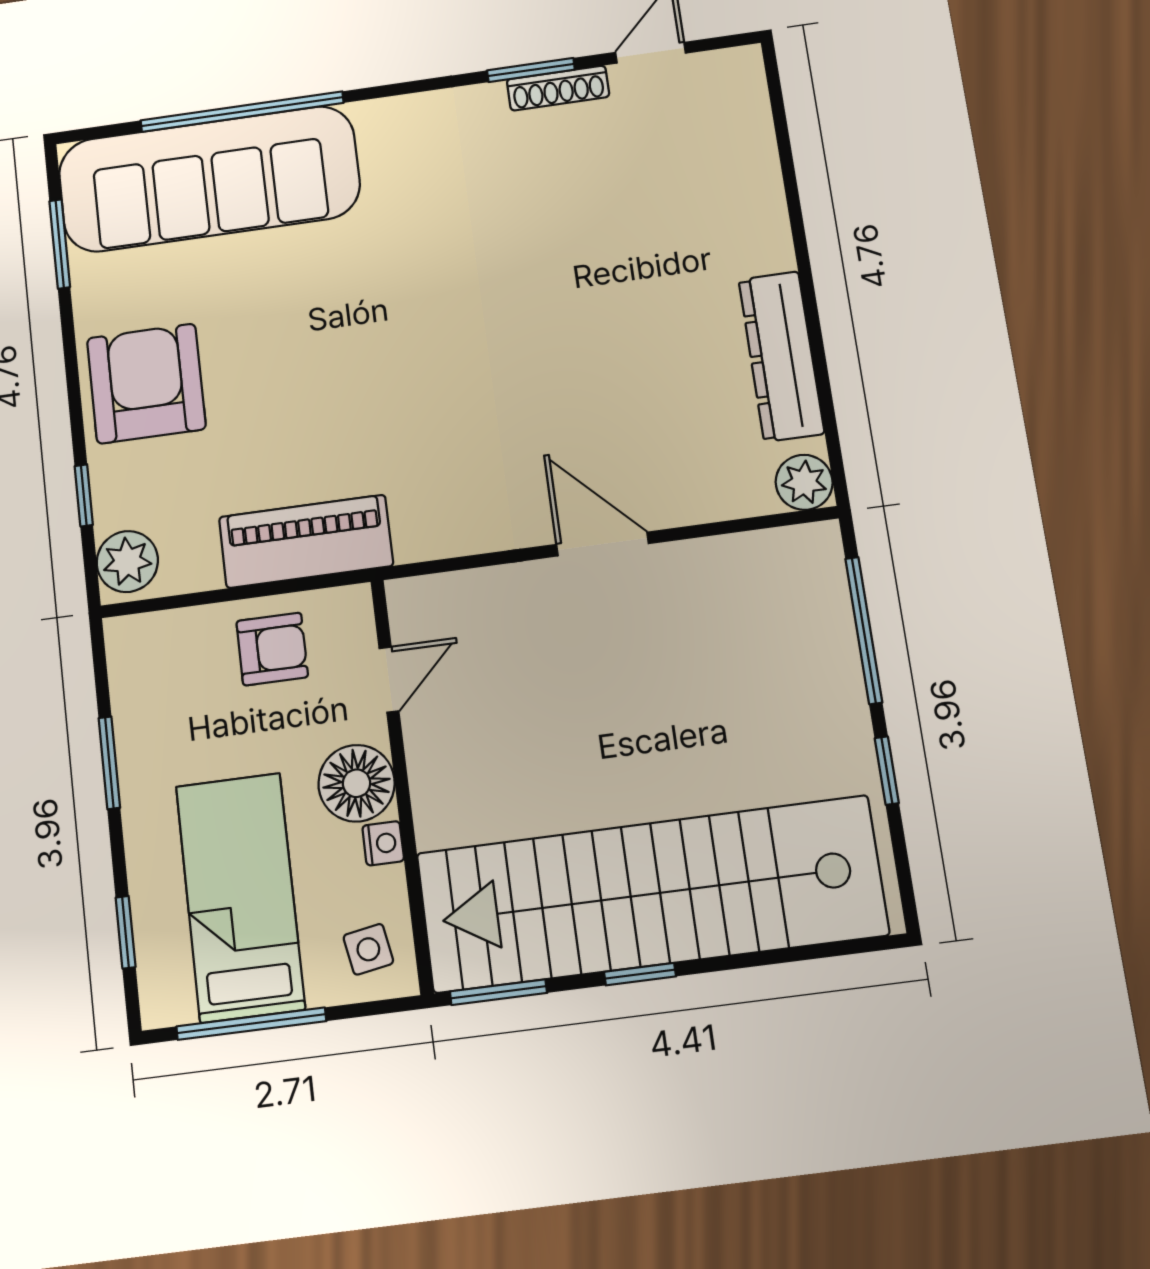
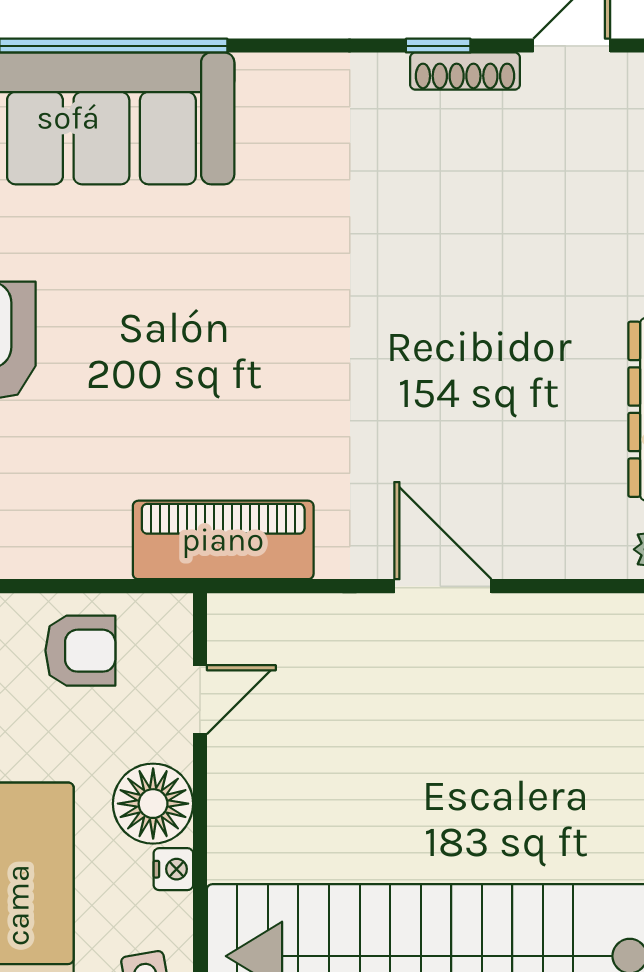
window: (531, 70) -> (438, 46), width x0.67
piano: (306, 541) -> (223, 540), moved

